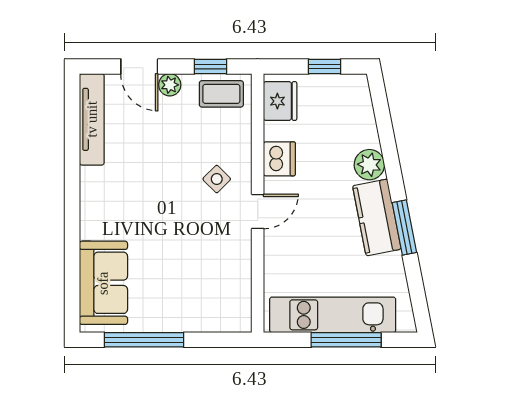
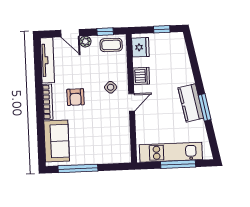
plant: (369, 165) -> (186, 77), removed
armchair: (145, 196) -> (76, 97), added
bookcase: (89, 203) -> (48, 102), added

